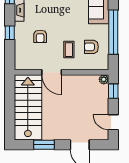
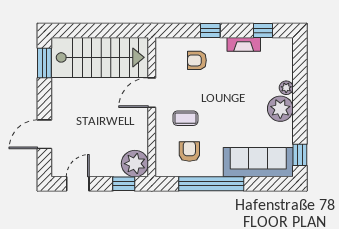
armchair: (40, 36) -> (197, 60), moved
plant: (104, 79) -> (135, 164), width x1.87, depth x1.87
window: (44, 145) -> (44, 63), moved

